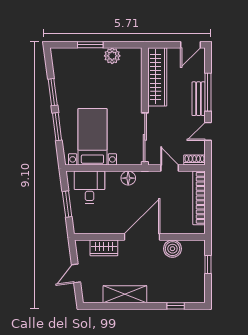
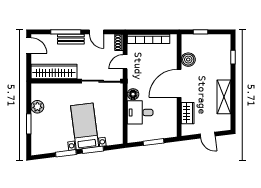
bed with nightstands: (92, 137) -> (85, 126), moved, turned 83
desk: (90, 187) -> (140, 112), moved
door: (142, 237) -> (179, 83), hinge flipped

